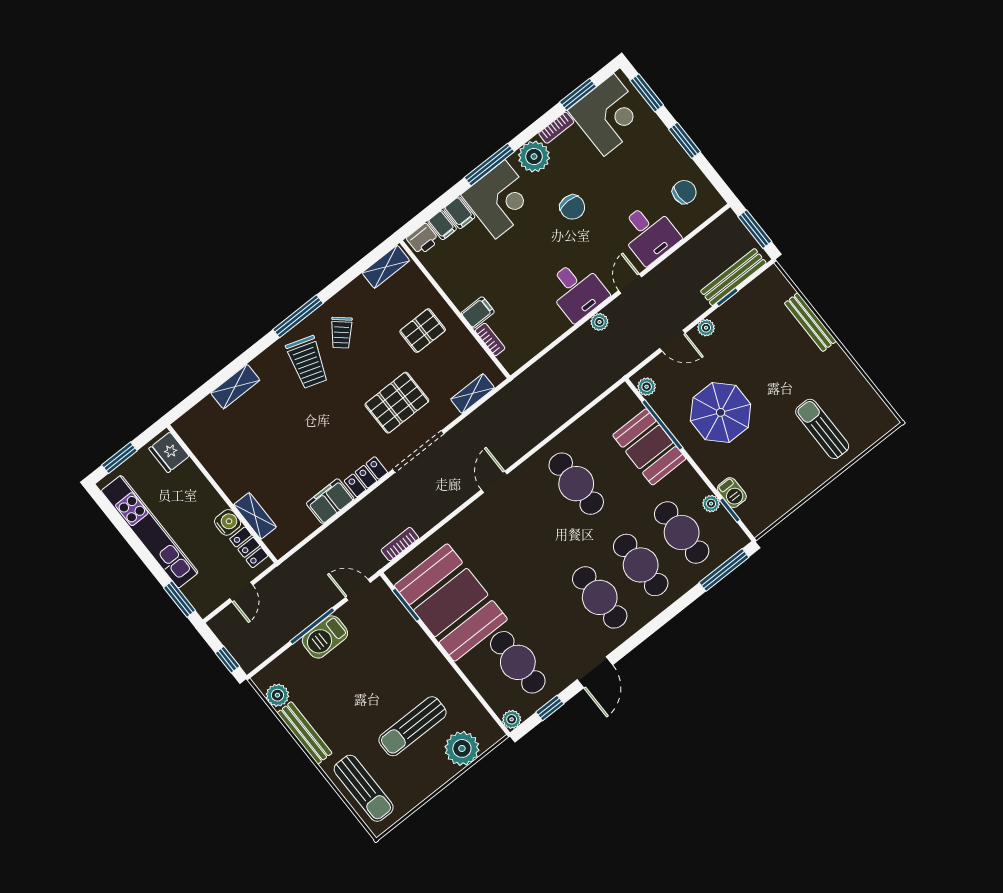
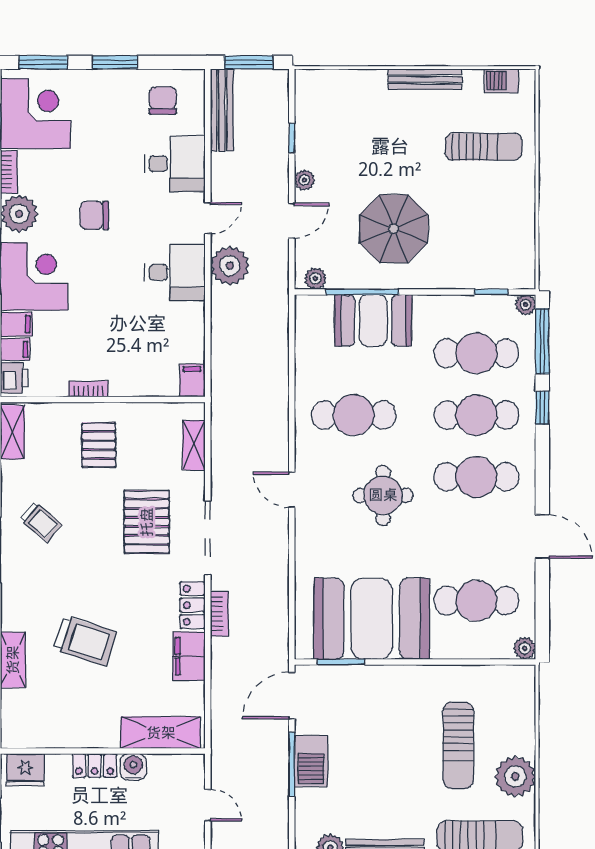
chair: (572, 207) -> (94, 215), turned 180
bench: (733, 277) -> (222, 110), moved
door: (630, 284) -> (208, 218), swing flipped
filing cabinet: (478, 312) -> (192, 381), moved
plant: (599, 322) -> (230, 266), width x1.87, depth x1.87
bench: (810, 322) -> (425, 79), moved
bookcase: (490, 339) -> (88, 389), moved
trolley: (307, 362) -> (85, 641), moved
sun lounger: (822, 429) -> (484, 147), turned 180
barbecue: (732, 493) -> (501, 81), moved, turned 180
plant: (711, 504) -> (526, 305), moved
shelving: (255, 516) -> (161, 733), width x1.50, depth x1.33
bookcase: (400, 544) -> (219, 614), moved, turned 180
round table: (538, 545) -> (383, 495), added
locker: (249, 547) -> (95, 766), moved
door: (358, 590) -> (292, 696), width x1.37
window: (550, 708) -> (542, 408), moved
plant: (462, 748) -> (515, 776), moved

